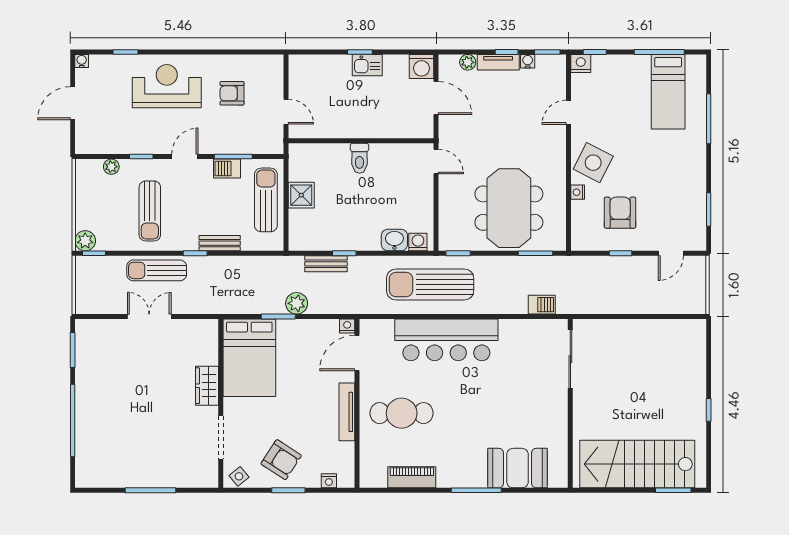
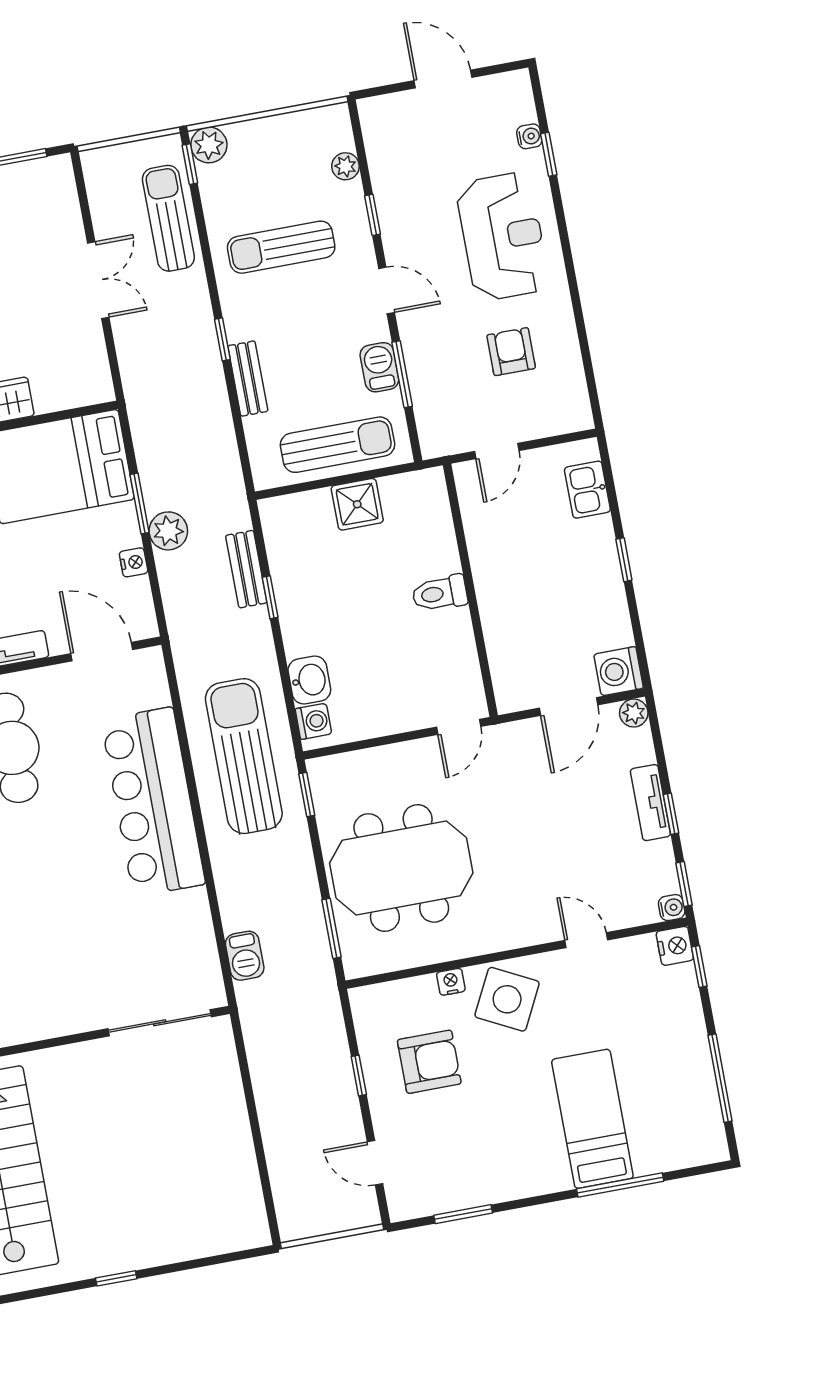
water cooler: (82, 61) -> (529, 136), moved
water cooler: (528, 61) -> (672, 908), moved
plant: (468, 62) -> (634, 713), moved
kitchen sink: (367, 65) -> (587, 490), moved
bed: (668, 92) -> (592, 1119), moved, turned 90
sun lounger: (157, 270) -> (168, 218), moved
nightstand: (347, 326) -> (134, 562), moved

